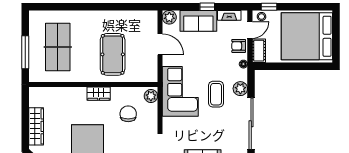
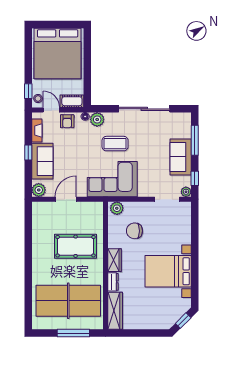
table tennis table: (58, 47) -> (68, 301), width x1.36, depth x1.32
plant: (240, 89) -> (97, 119), moved
dresser: (77, 92) -> (113, 282), added
wardrobe: (36, 126) -> (115, 311), moved, turned 90

